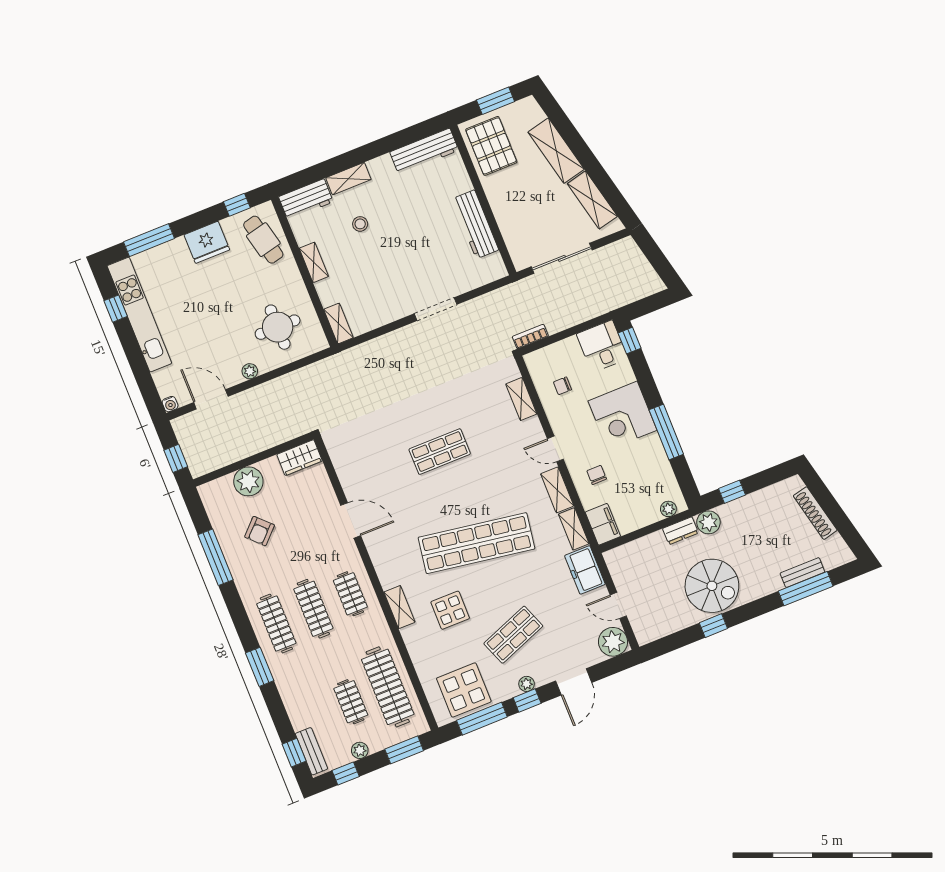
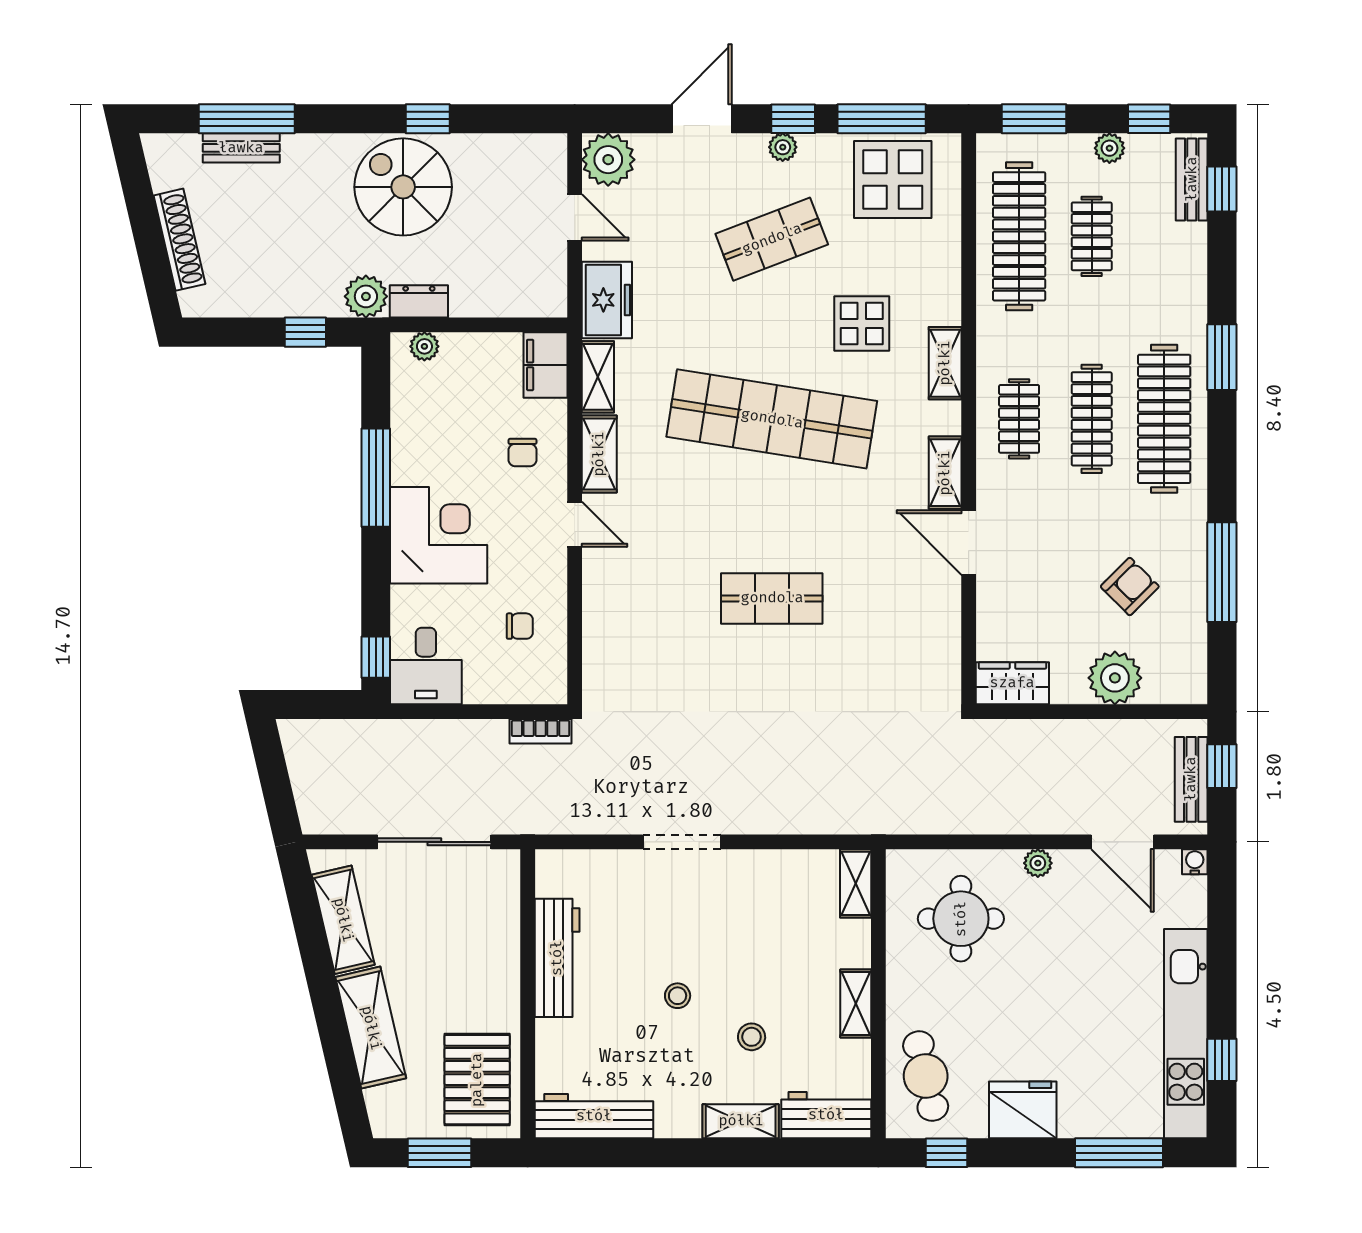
stool: (406, 230) -> (678, 996), added
shelving: (521, 399) -> (945, 473), moved
bench: (189, 445) -> (1191, 779), added
clothes rail: (276, 624) -> (1164, 419), width x1.37, depth x1.31

